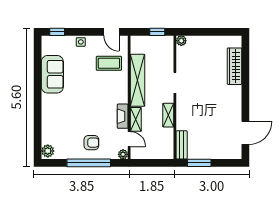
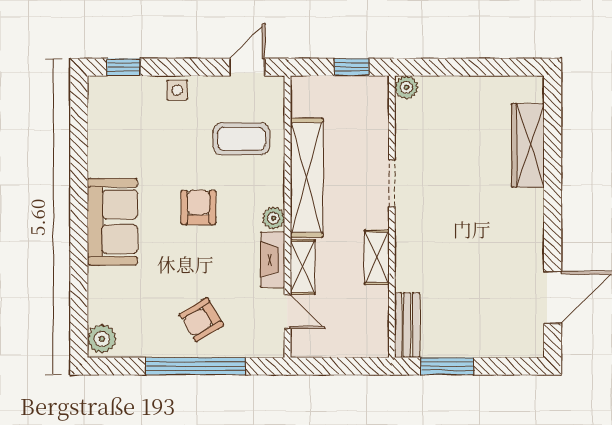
door: (111, 32) -> (247, 67), swing flipped
sofa: (52, 74) -> (112, 222), moved
armchair: (90, 93) -> (198, 207), added
armchair: (91, 143) -> (202, 320), turned 149
plant: (123, 154) -> (274, 218), moved

